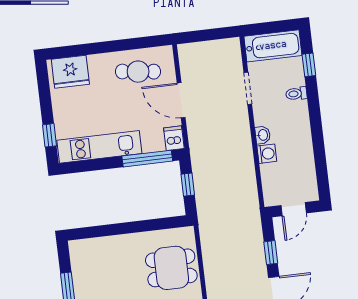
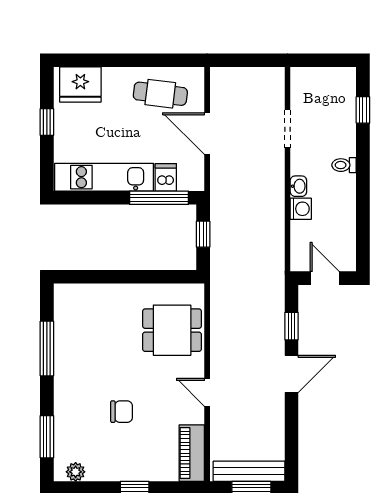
bathtub: (273, 46) -> (323, 82), removed
toilet: (296, 94) -> (344, 165), moved
window: (50, 135) -> (47, 122), moved
dishwasher: (174, 138) -> (166, 177), moved
door: (294, 209) -> (325, 278), swing flipped

